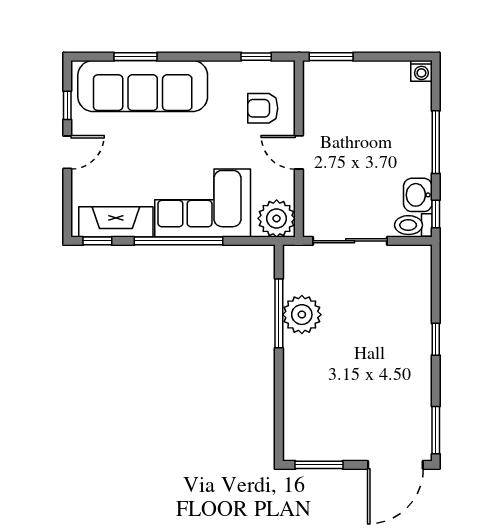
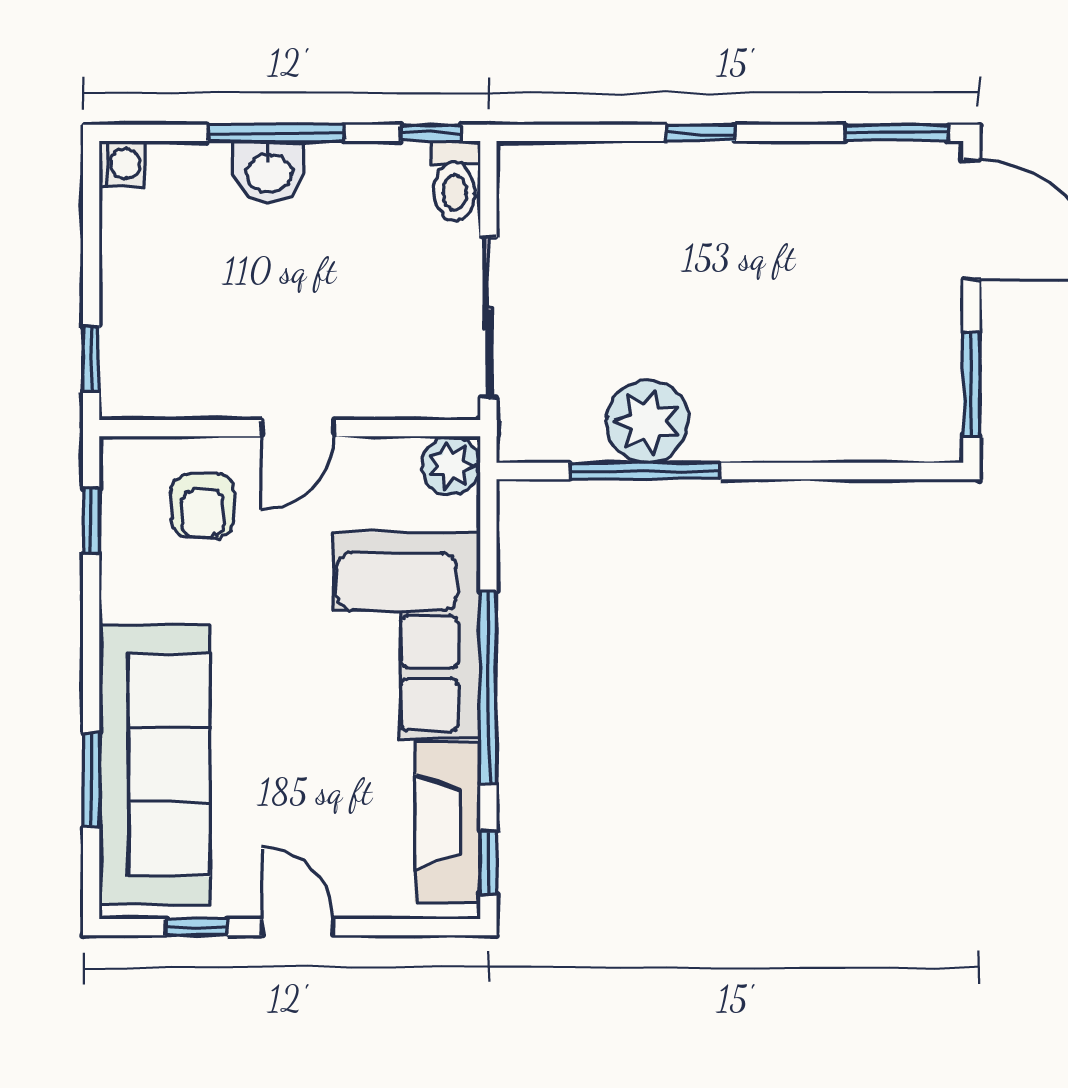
window: (331, 57) -> (91, 358), width x0.67
washbasin: (418, 195) -> (269, 172), moved
plant: (277, 218) -> (451, 465), width x0.73, depth x0.73

